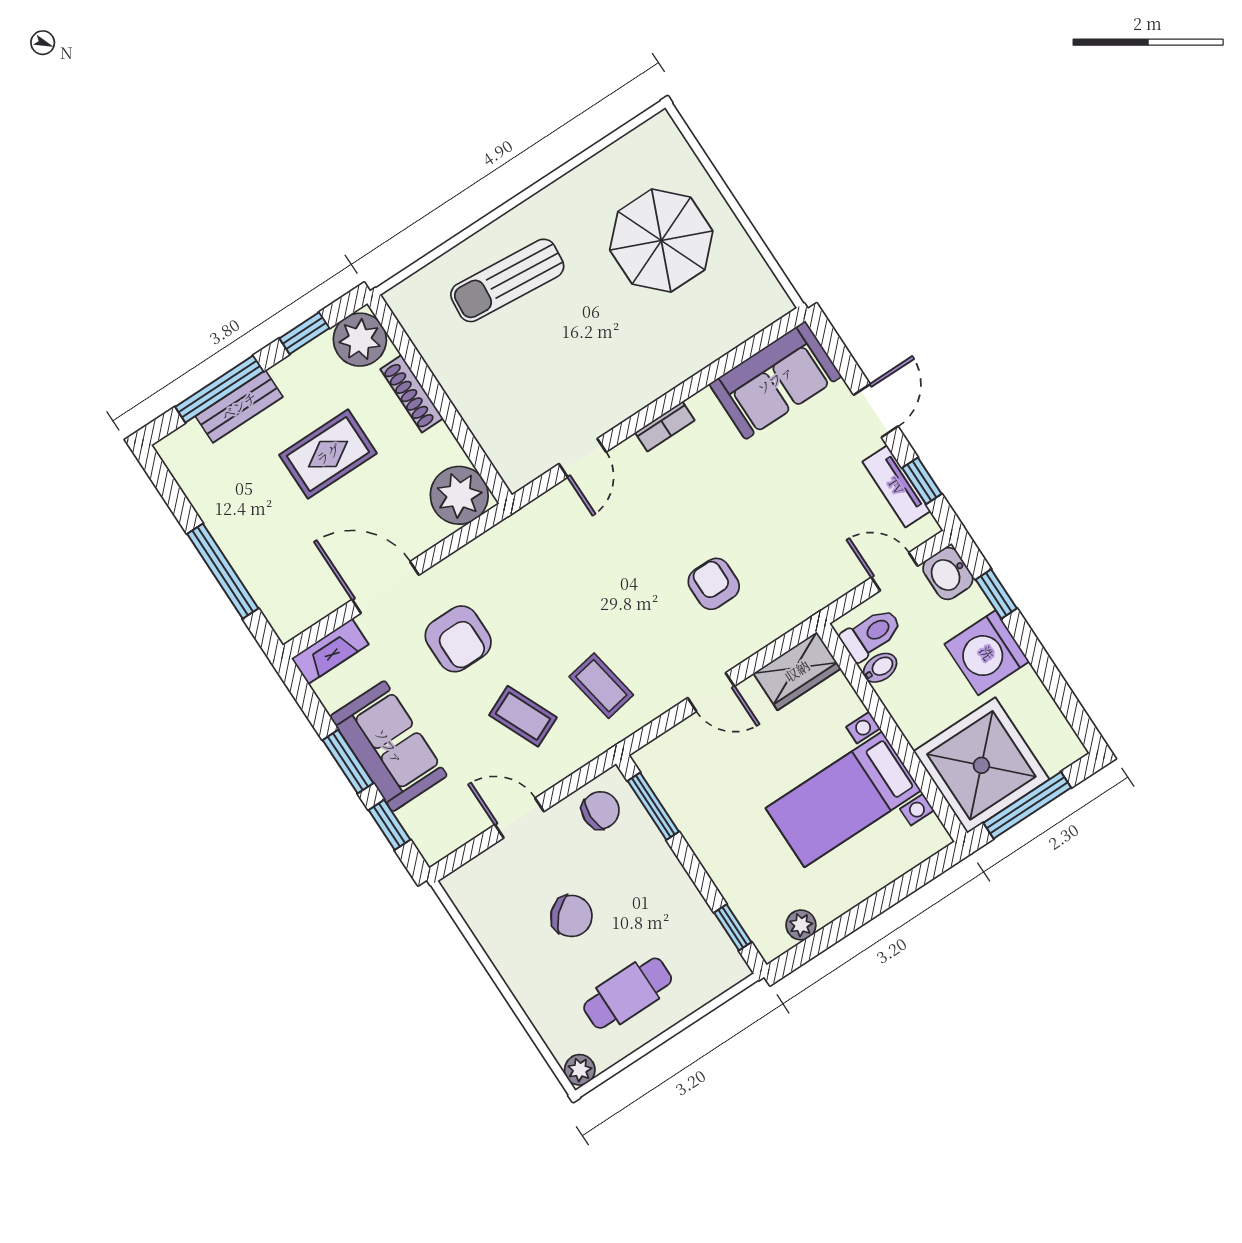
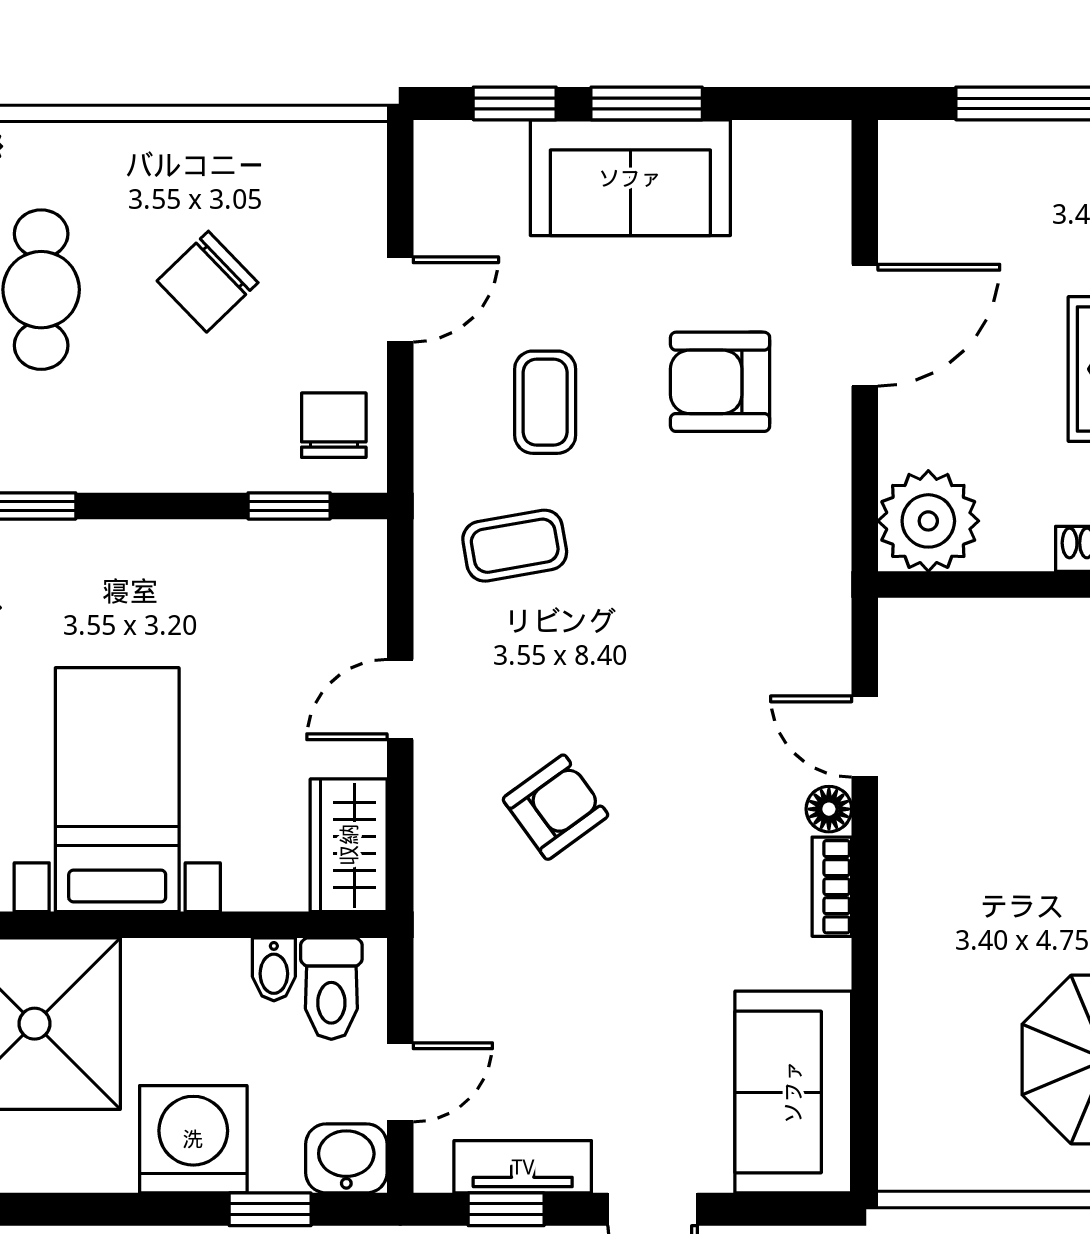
floor lamp: (629, 452) -> (829, 809), added
armchair: (714, 584) -> (555, 807), turned -36
fireplace: (330, 651) -> (825, 183), removed
coffee table: (523, 716) -> (545, 402), turned -66
window: (653, 806) -> (289, 506), width x0.67
chair: (600, 810) -> (334, 425), turned 180

